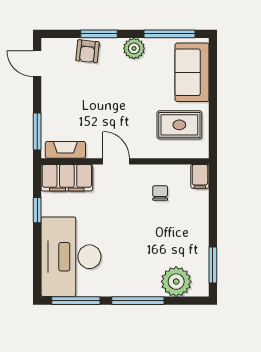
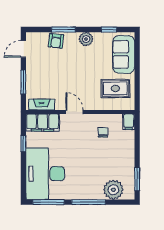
window: (170, 34) -> (109, 30), width x0.46
door: (37, 64) -> (23, 49), hinge flipped
window: (37, 132) -> (23, 82), moved

